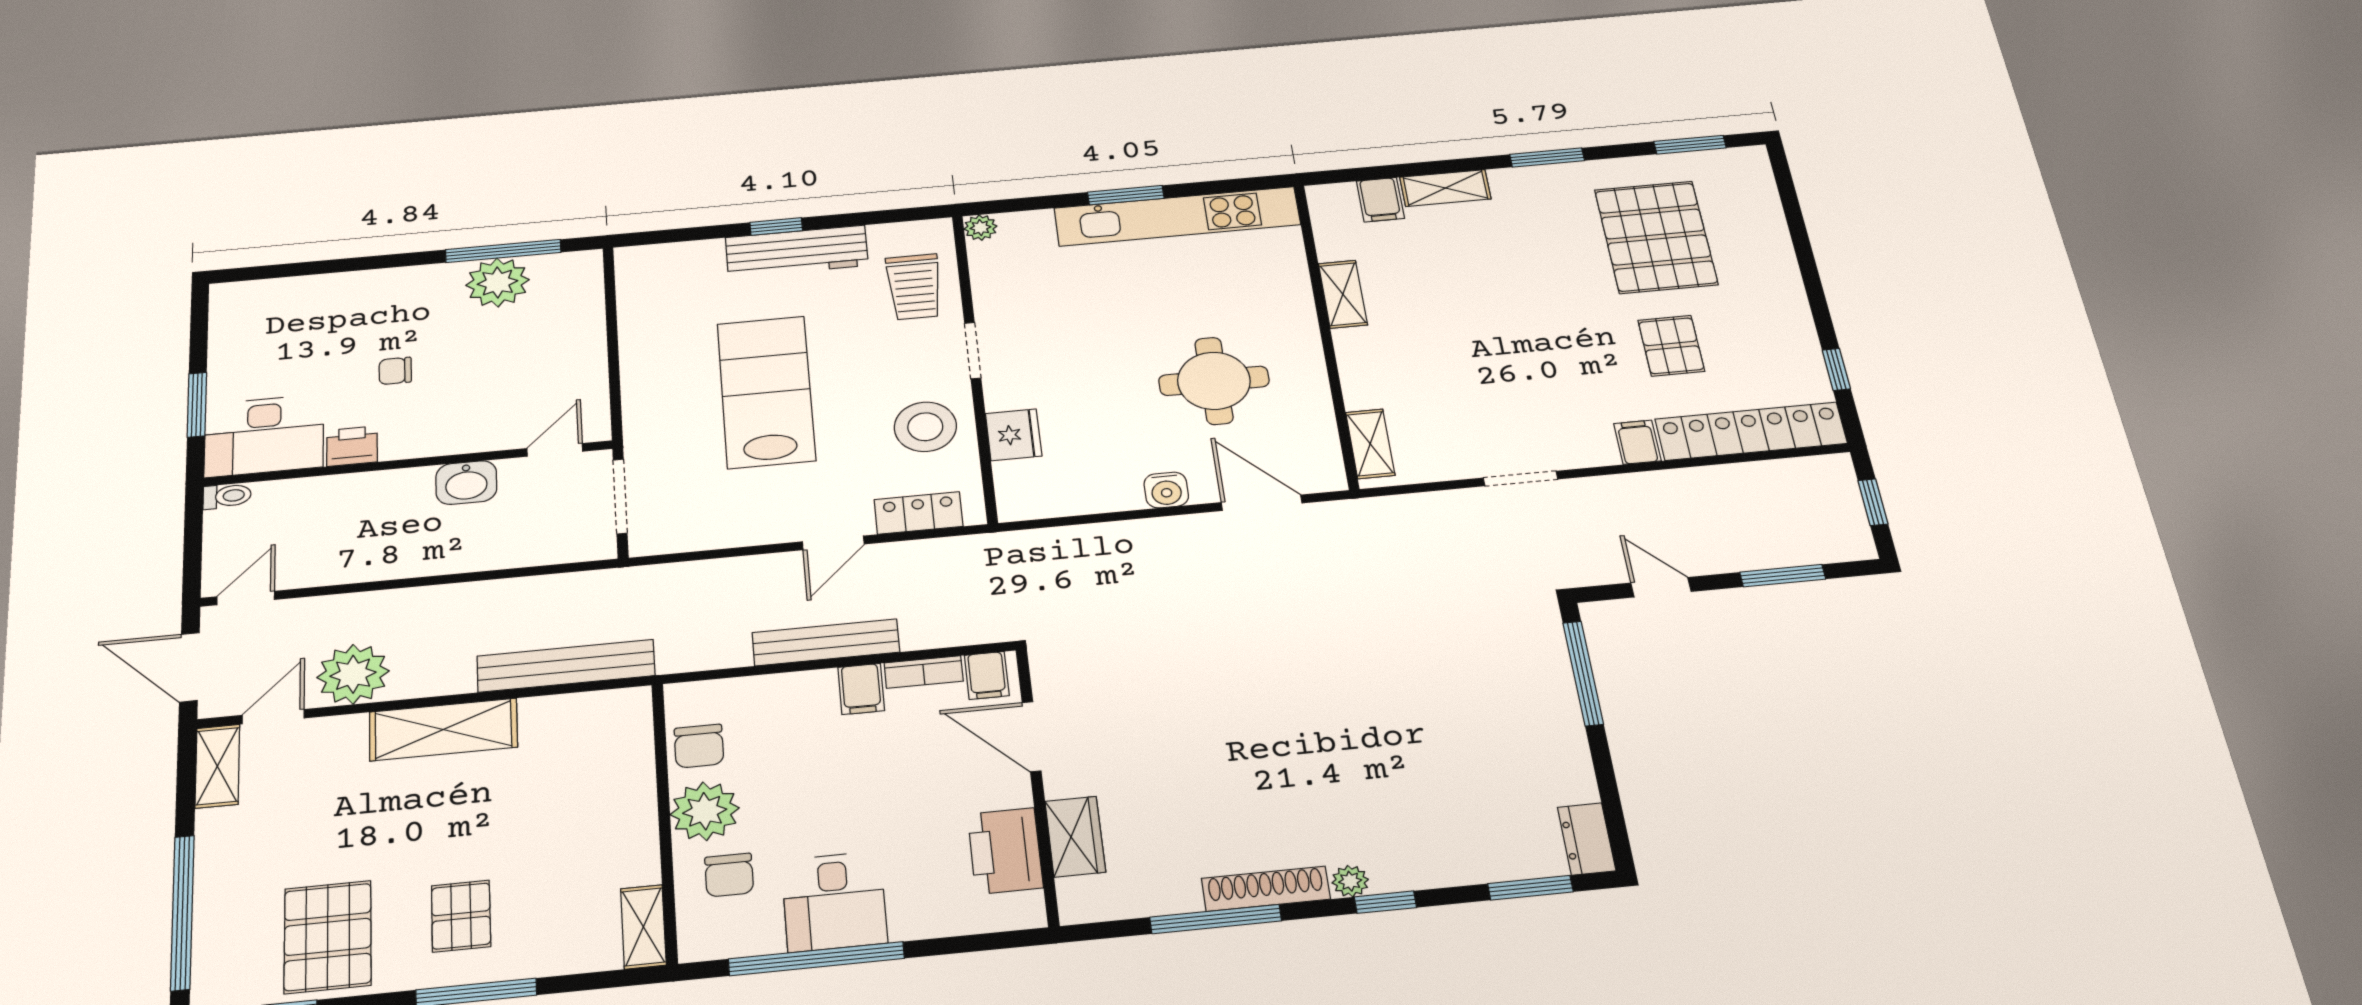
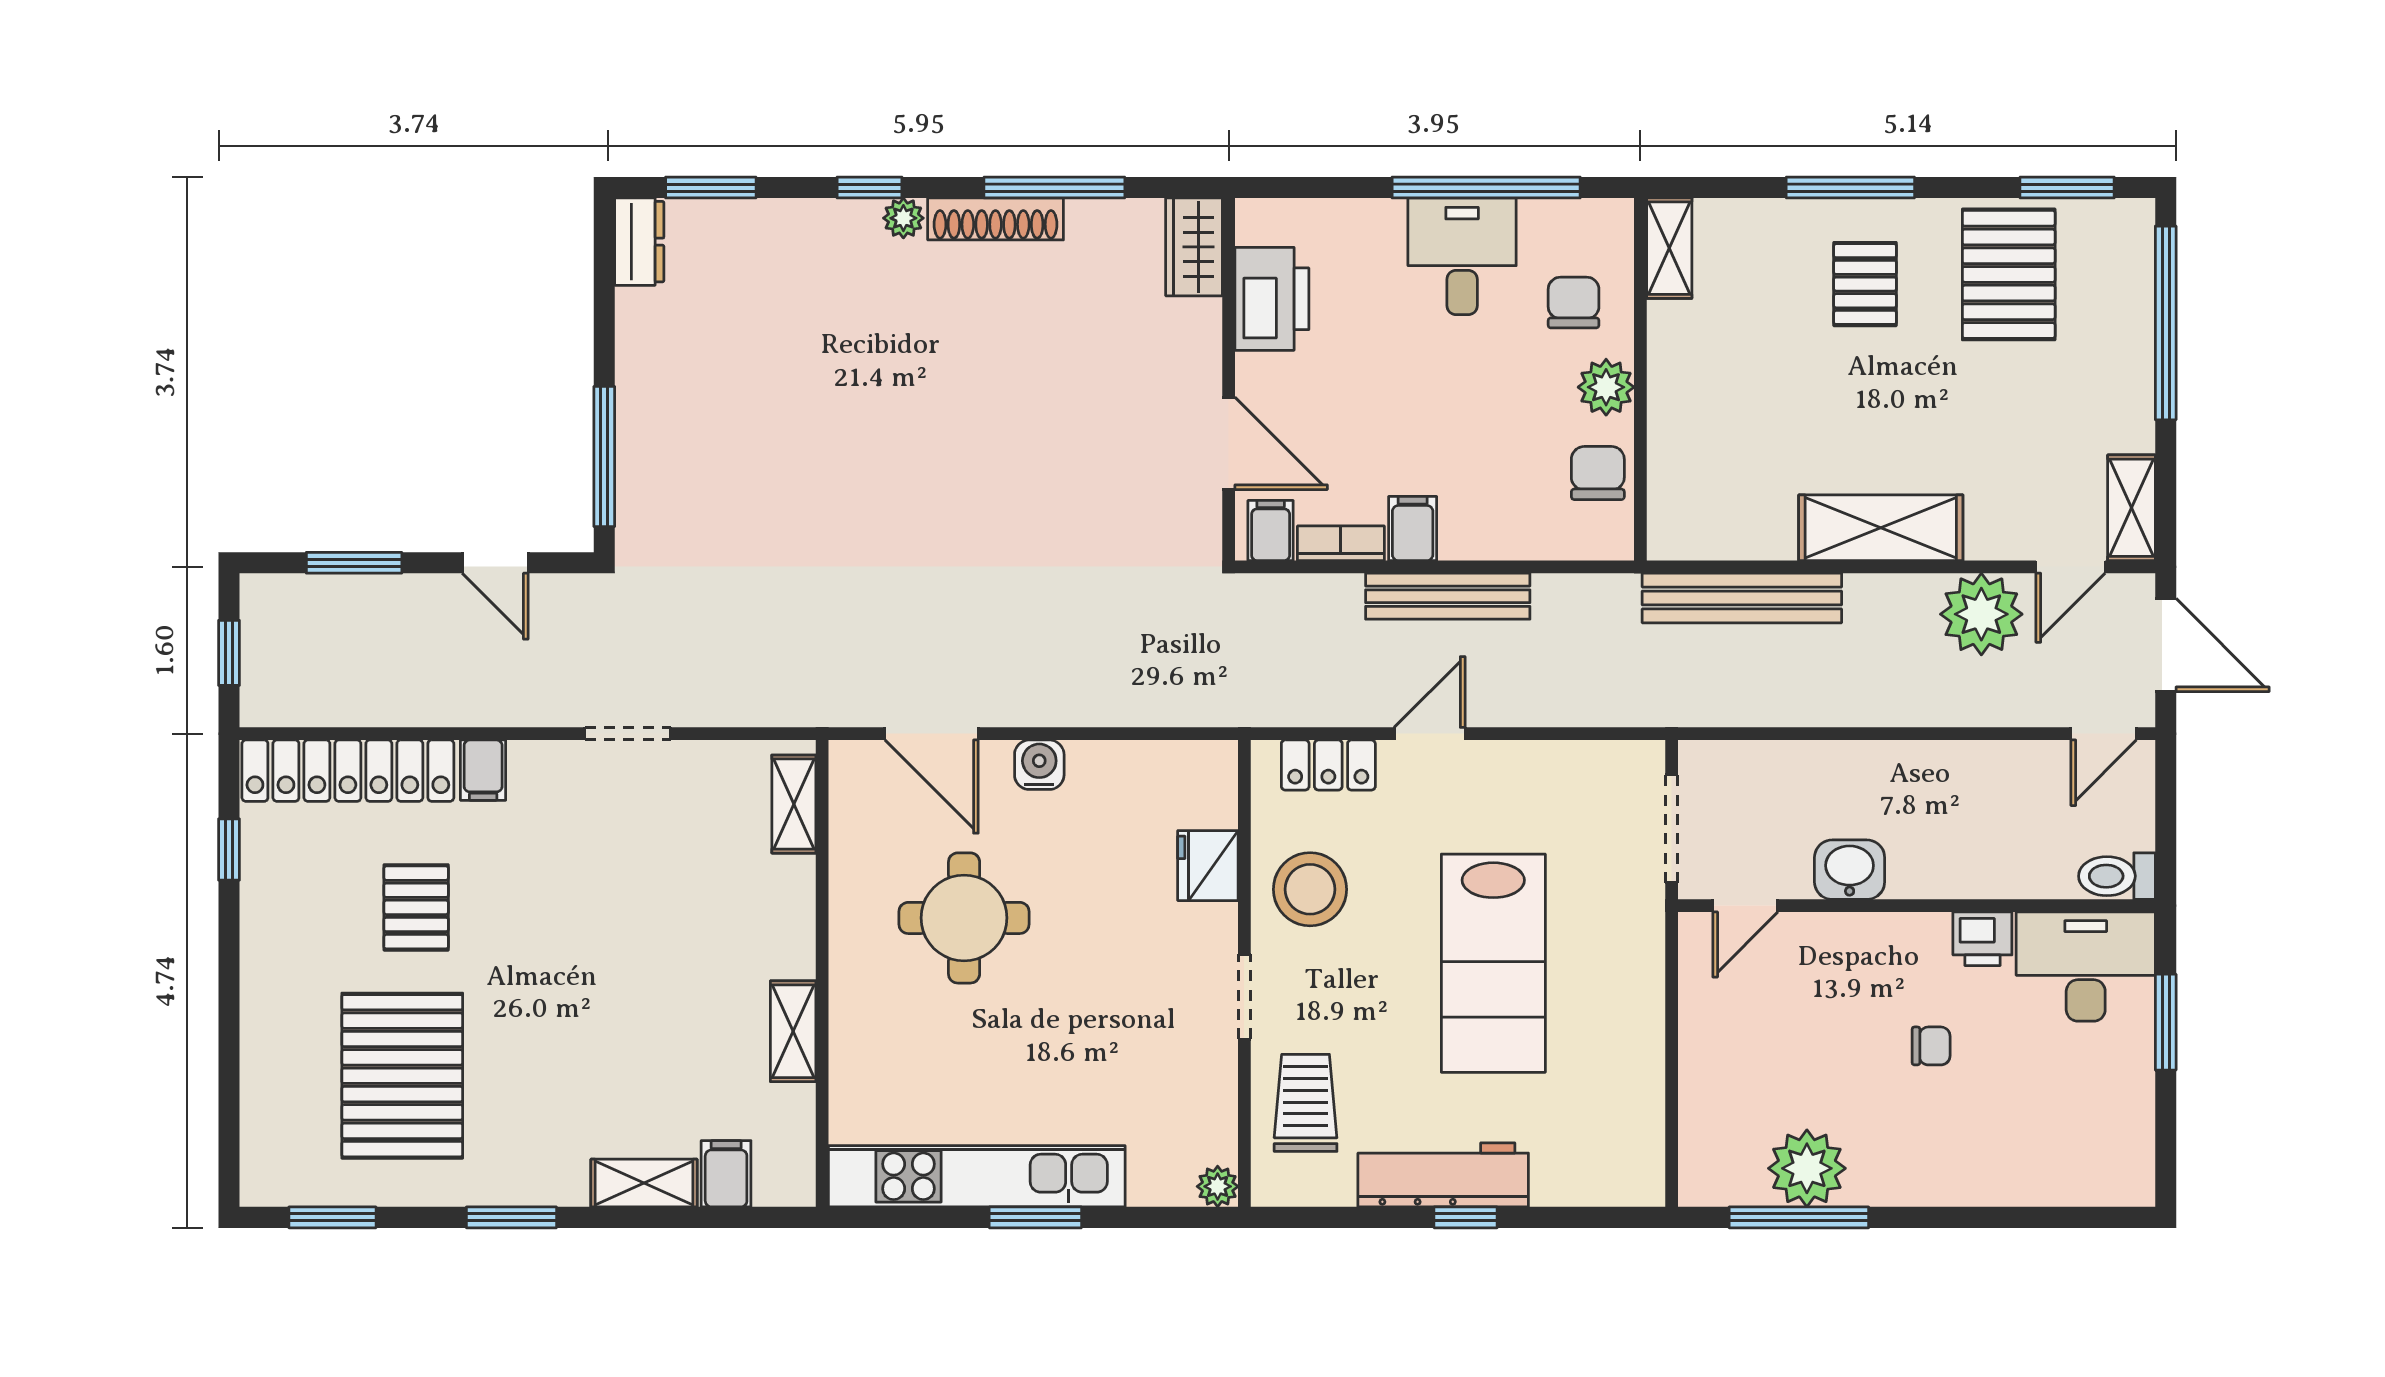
toilet: (227, 496) -> (2117, 876), width x1.37, depth x1.39
plant: (705, 811) -> (1606, 387), width x0.73, depth x0.73
wardrobe: (1075, 837) -> (1194, 247), moved

